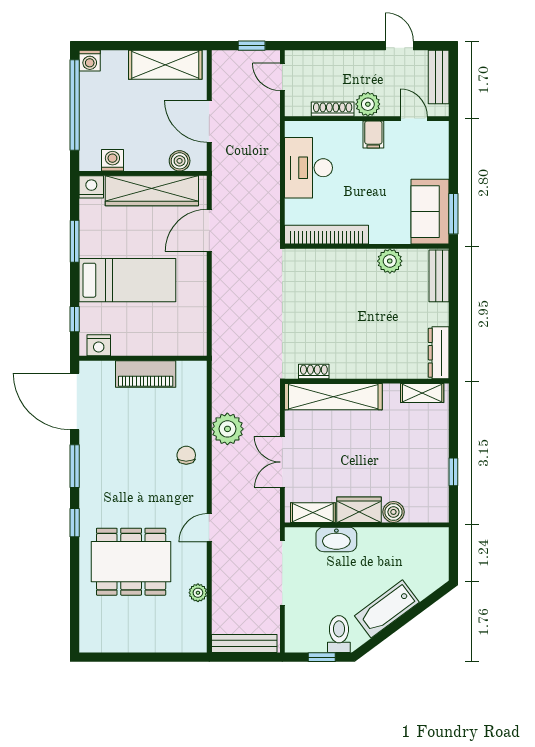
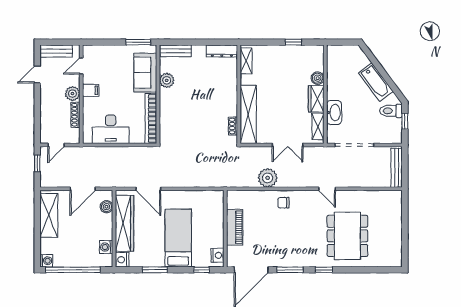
sofa: (430, 212) -> (145, 73), moved, turned 90
plant: (198, 593) -> (366, 196), removed

